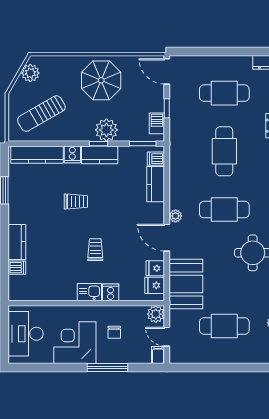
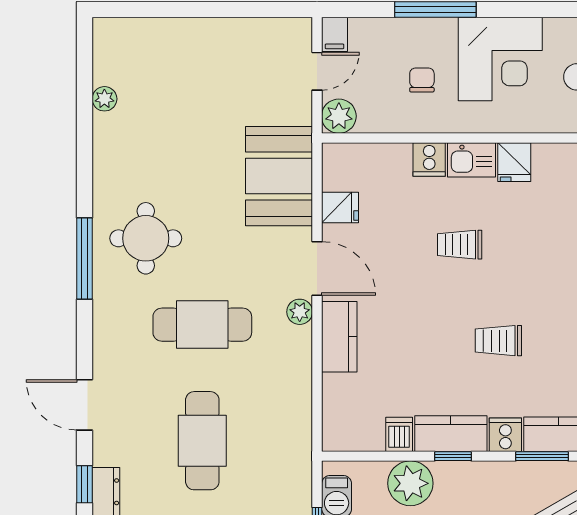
plant: (106, 130) -> (410, 483), moved
window: (143, 144) -> (542, 456), moved
dishwasher: (156, 159) -> (399, 434), moved, turned -90
kitchen counter: (156, 184) -> (339, 337), moved
trolley: (95, 250) -> (460, 245), turned 90
fridge: (155, 285) -> (514, 162), moved, turned 90
cafe table: (224, 326) -> (202, 92), removed
door: (167, 337) -> (317, 71), hinge flipped

